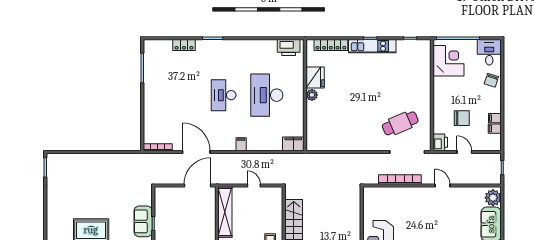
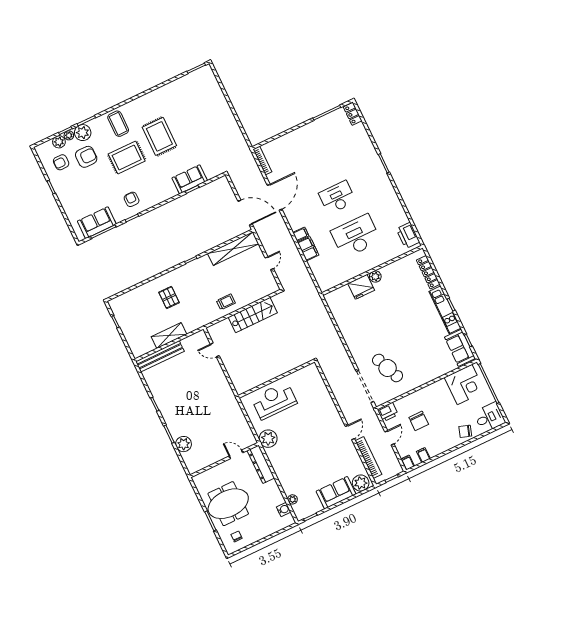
locker: (184, 45) -> (353, 114), moved
sofa: (413, 49) -> (460, 348), added
fridge: (315, 78) -> (361, 287), moved
filing cabinet: (495, 118) -> (408, 463), moved
filing cabinet: (293, 144) -> (308, 249), moved
bookcase: (400, 180) -> (368, 457), moved

